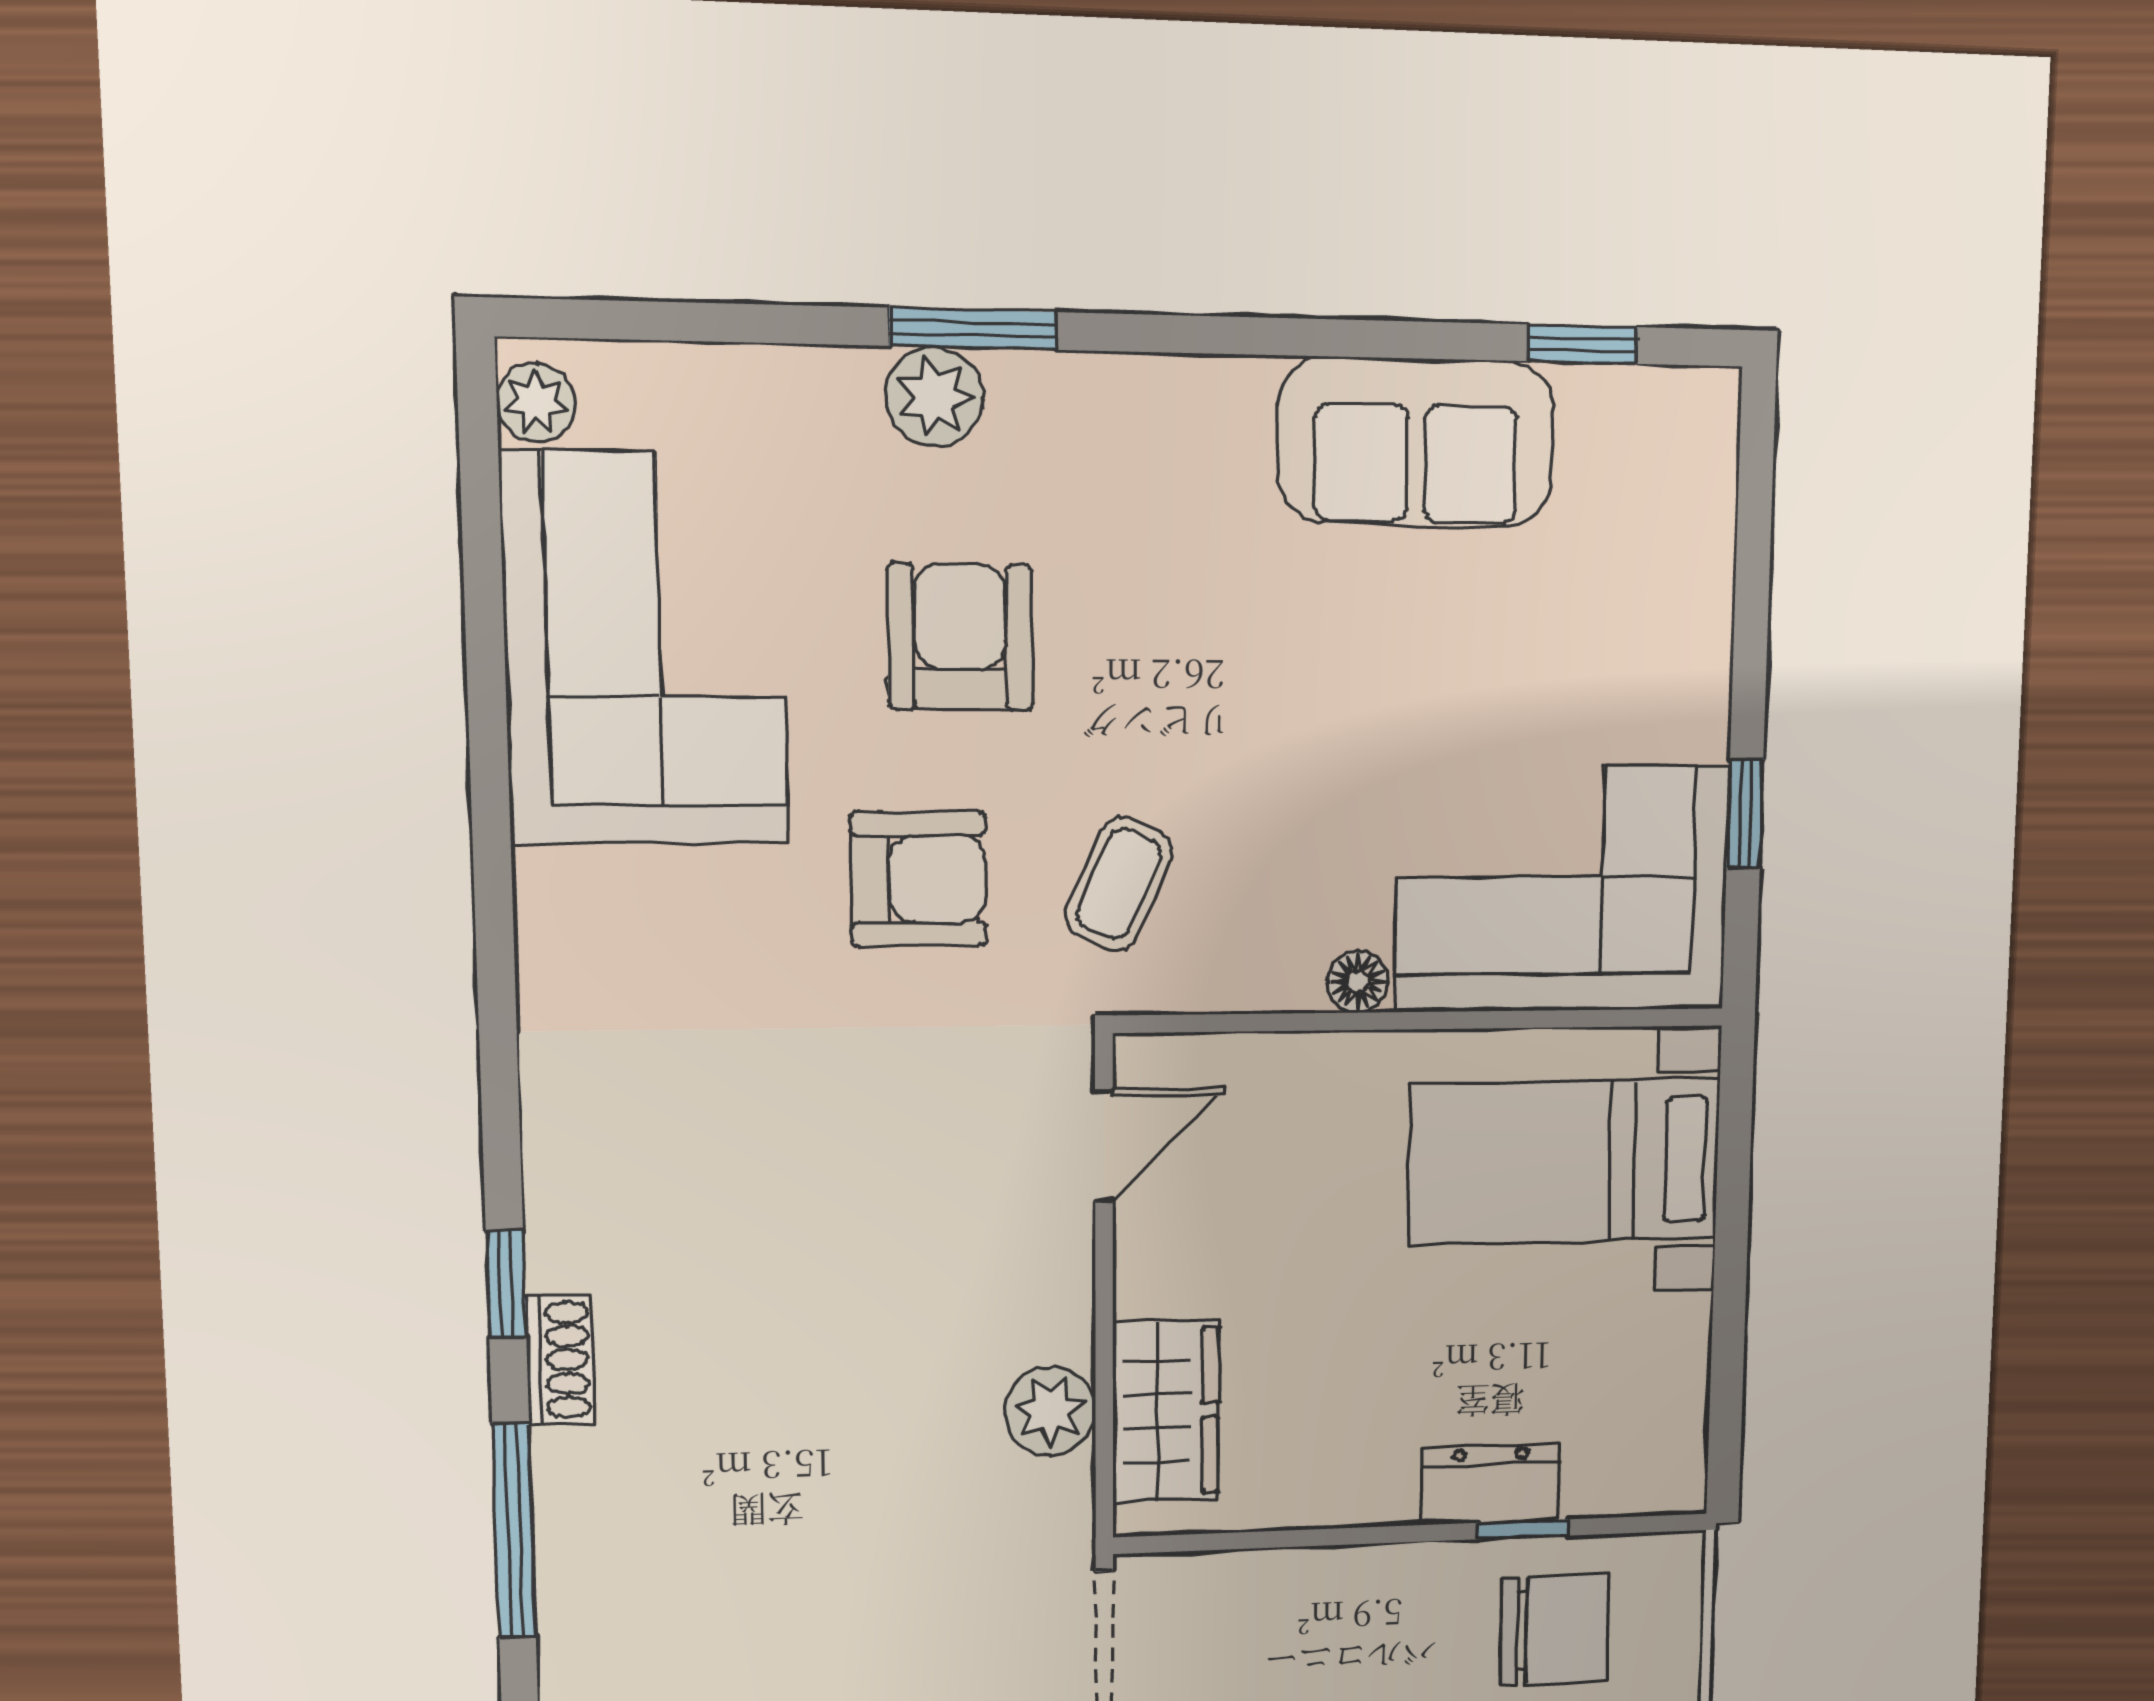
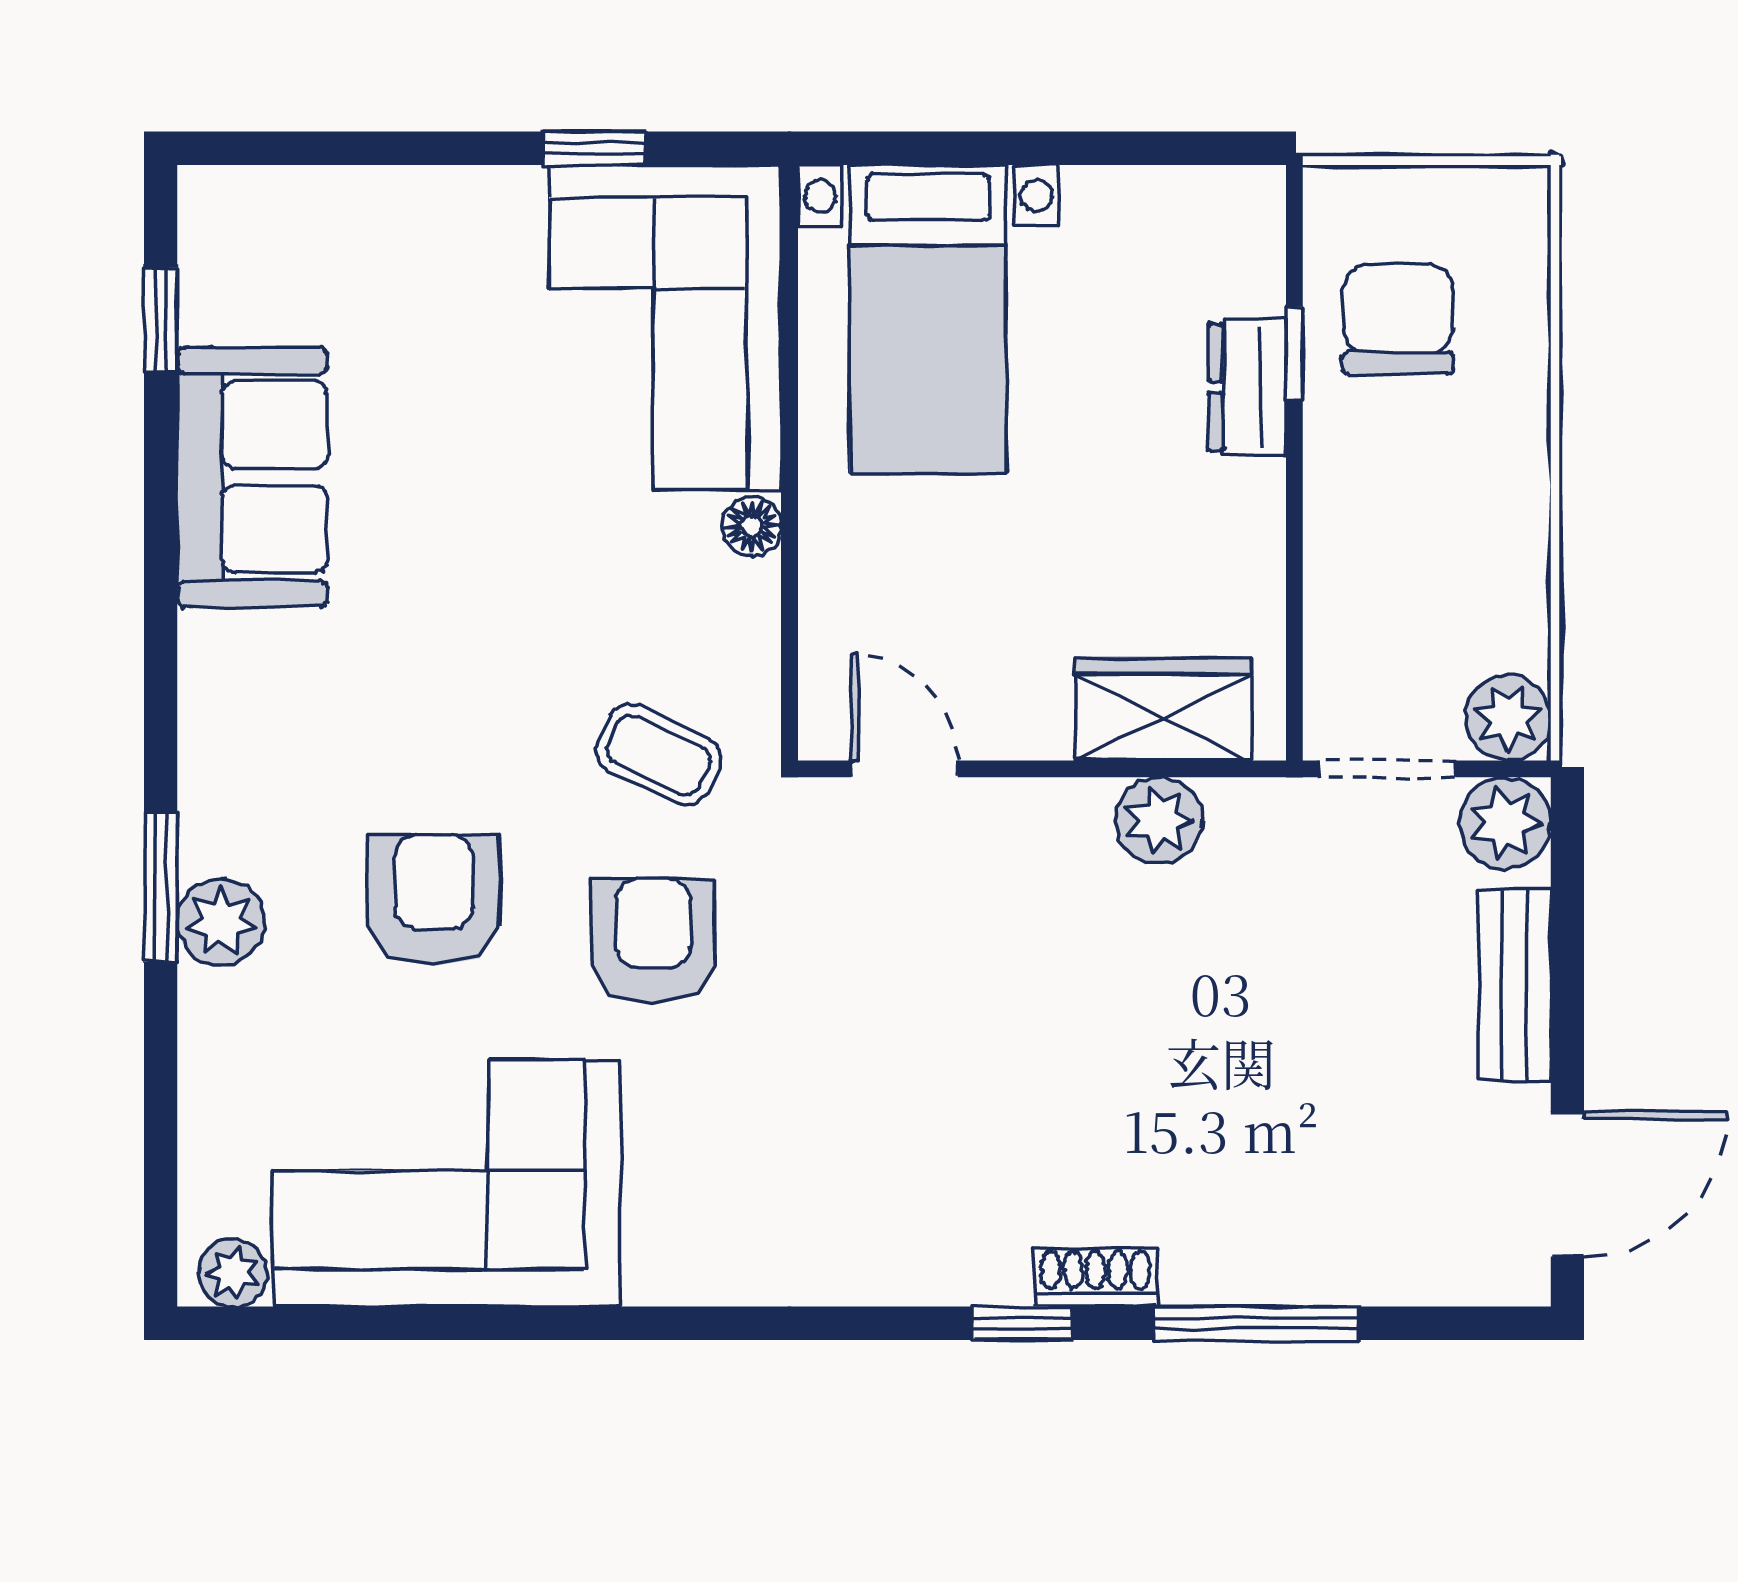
armchair: (960, 637) -> (433, 900), turned 90

